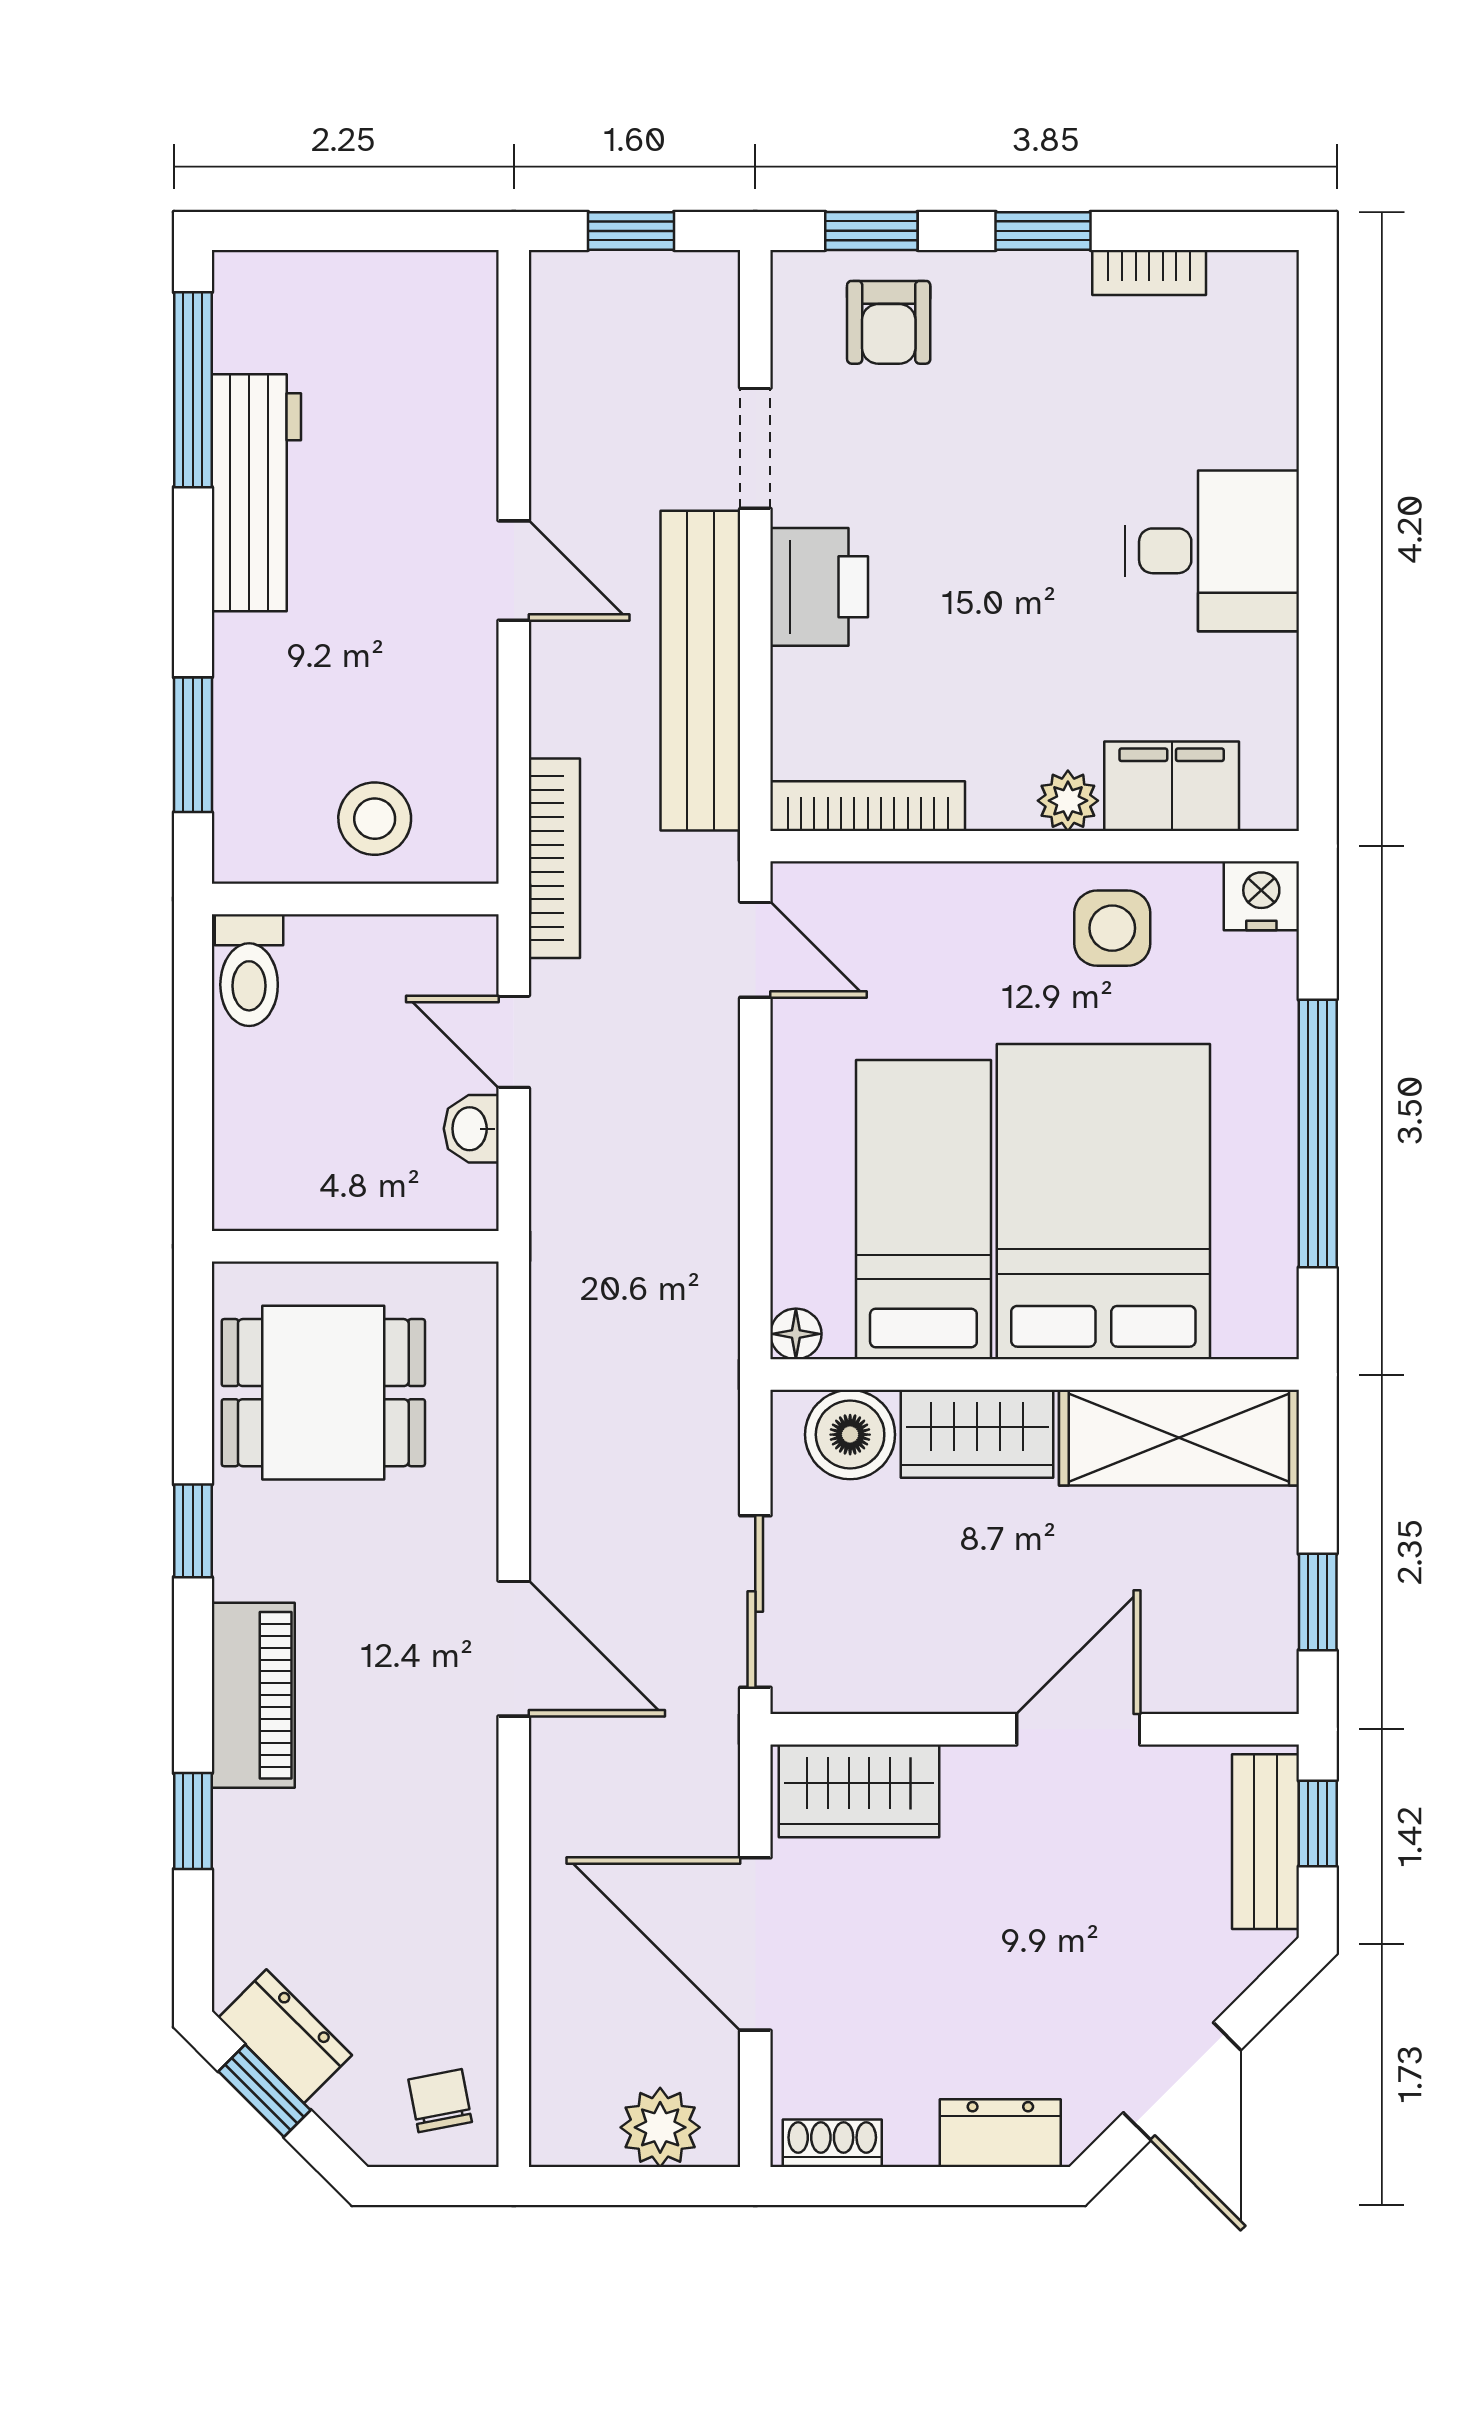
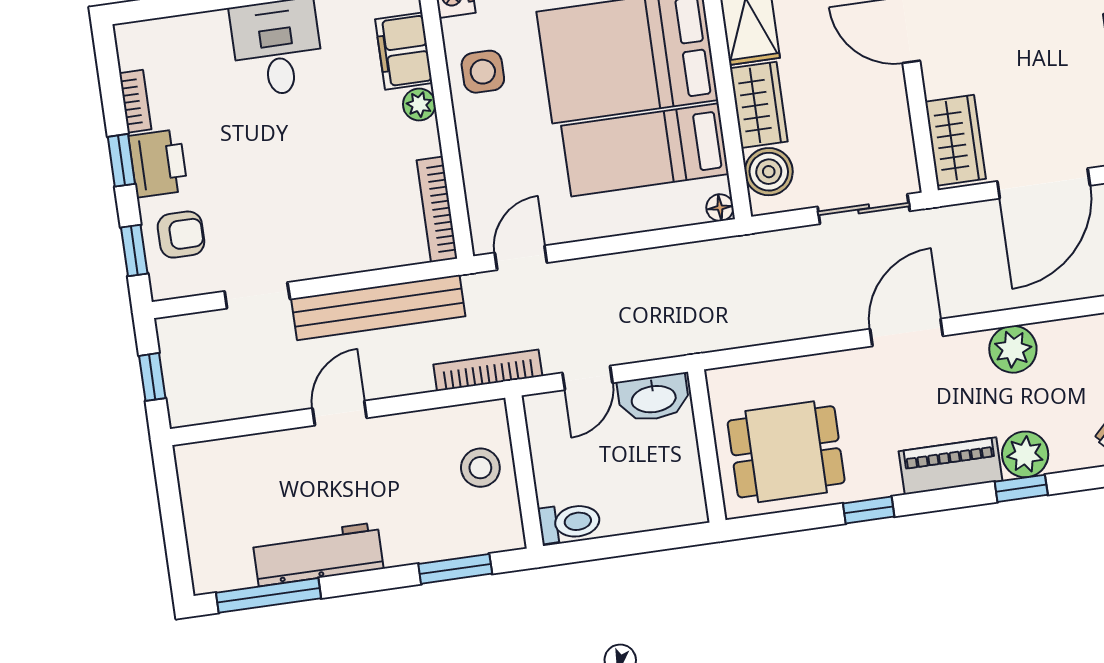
printer: (819, 587) -> (158, 163), moved, turned 90
washbasin: (471, 1129) -> (653, 398), width x1.91, depth x1.45
dining table: (323, 1393) -> (786, 452), turned 90
plant: (255, 1837) -> (1025, 454), added
plant: (454, 1843) -> (1013, 349), added

